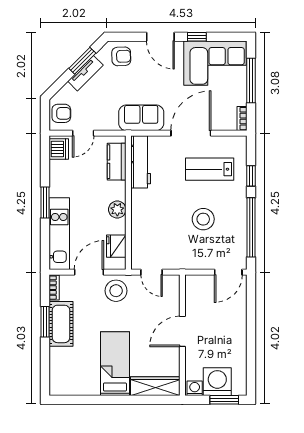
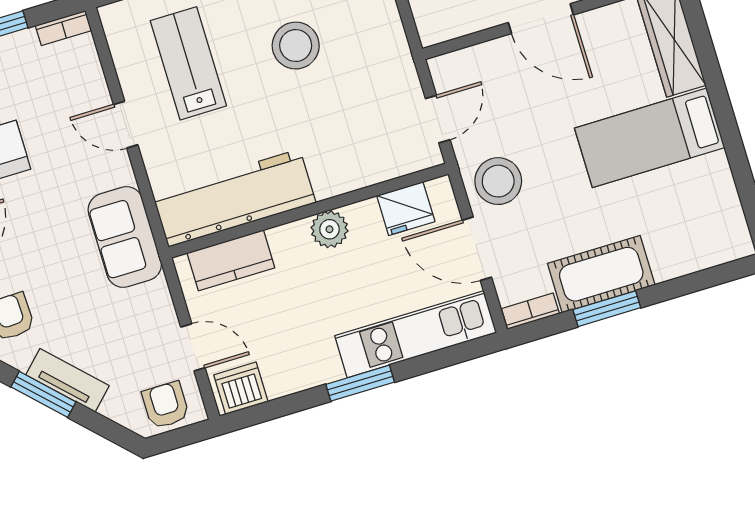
door: (191, 133) -> (126, 125), width x0.53
workbench: (141, 162) -> (234, 198), width x1.36, depth x1.32
lab bench: (210, 169) -> (188, 63), turned 180

